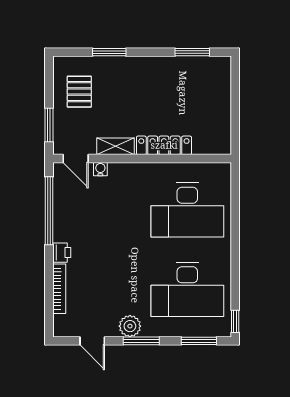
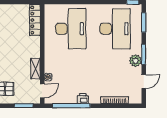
locker: (164, 145) -> (35, 20), moved
printer: (62, 253) -> (83, 99), moved

